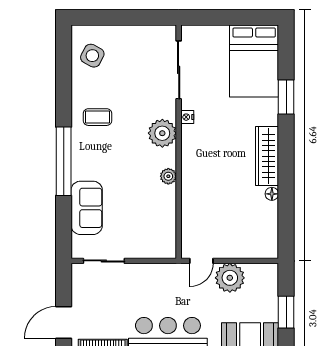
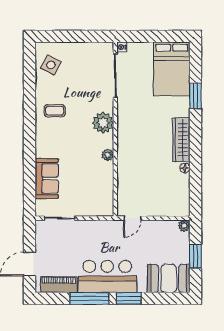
nightstand: (187, 117) -> (122, 47), moved
window: (64, 161) -> (29, 144), removed
plant: (230, 278) -> (184, 226), moved, width x0.53, depth x0.53

